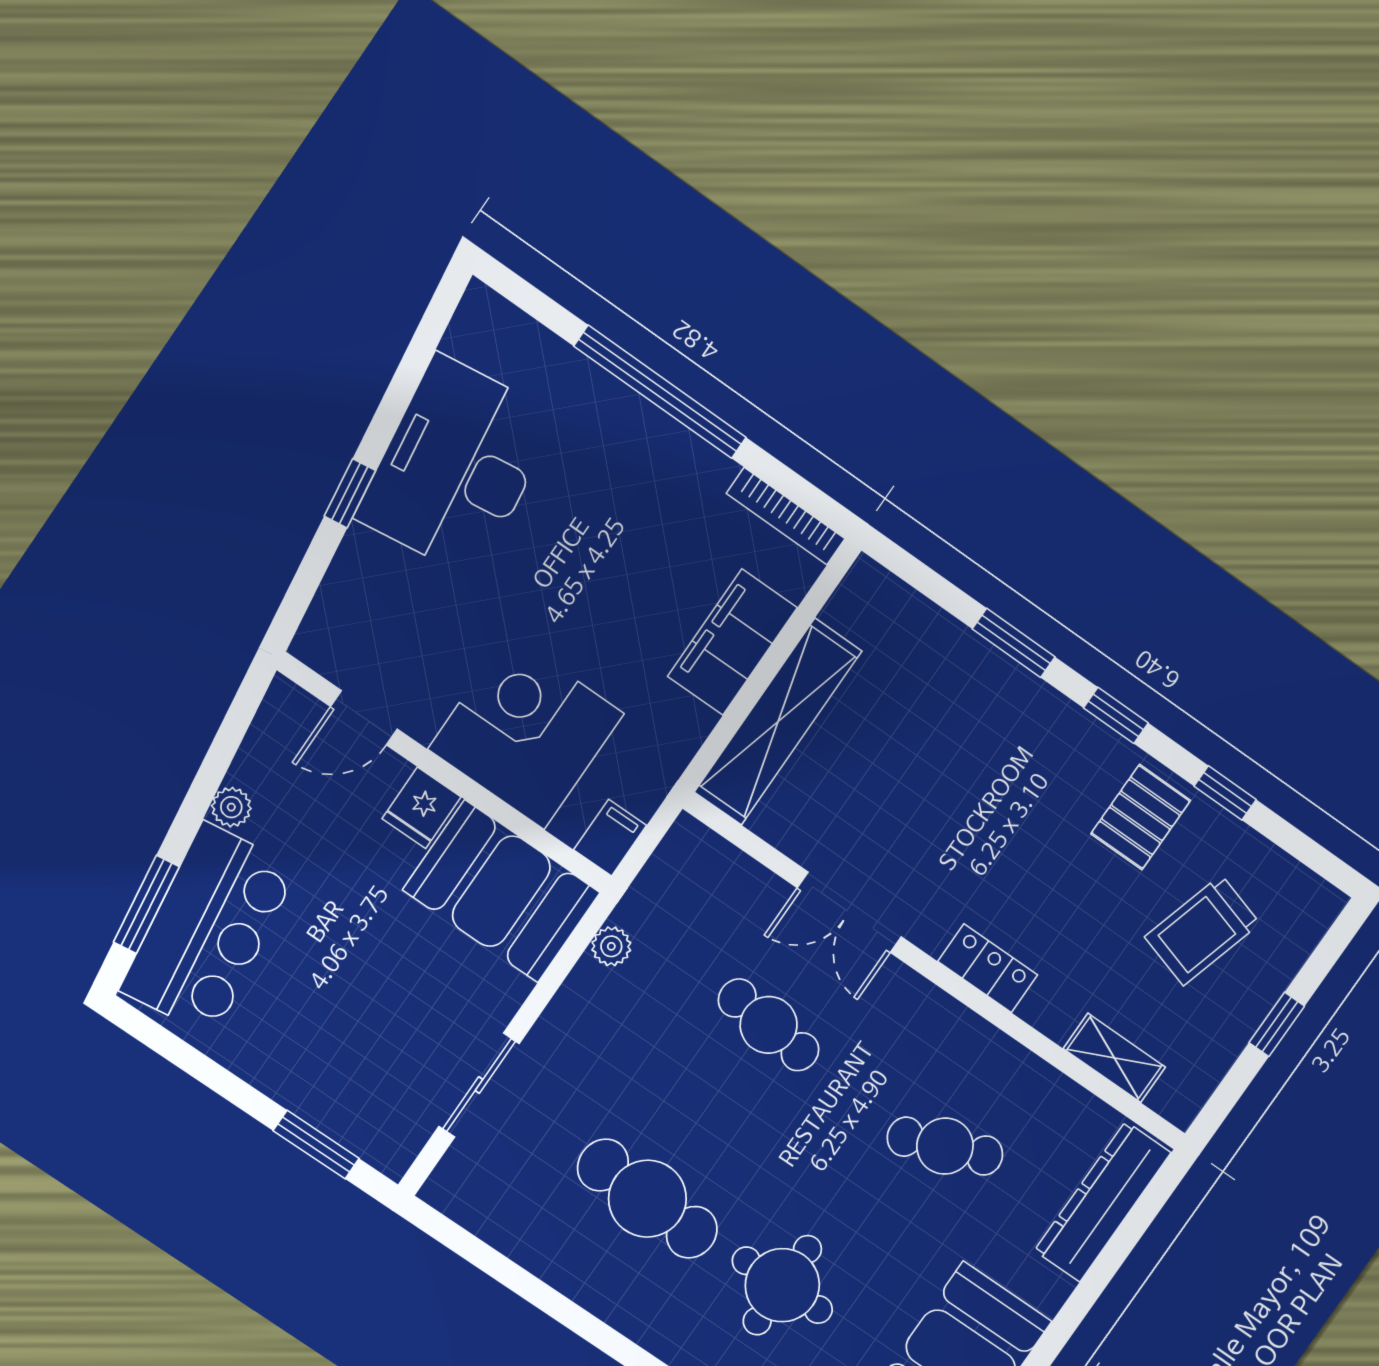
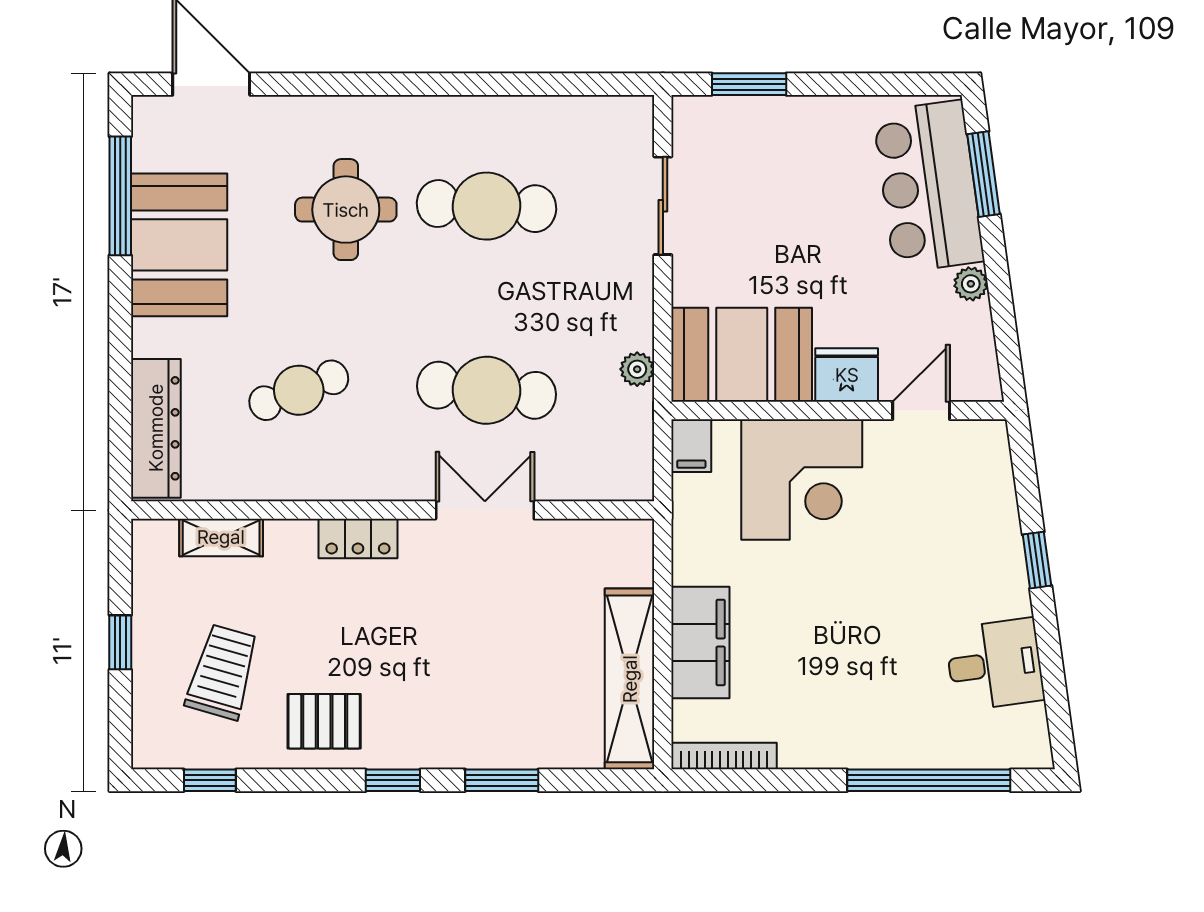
window: (660, 392) -> (929, 780), moved
desk: (456, 467) -> (995, 664), width x0.53, depth x0.77
shelving: (778, 722) -> (630, 679), moved
window: (1225, 793) -> (210, 780), moved
fridge: (422, 808) -> (847, 375), width x1.38
pallet: (1141, 817) -> (324, 721), turned 90
cafe table: (769, 1025) -> (487, 390), width x1.37, depth x1.35

